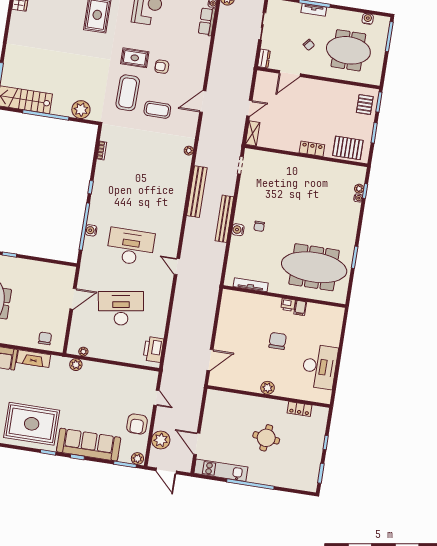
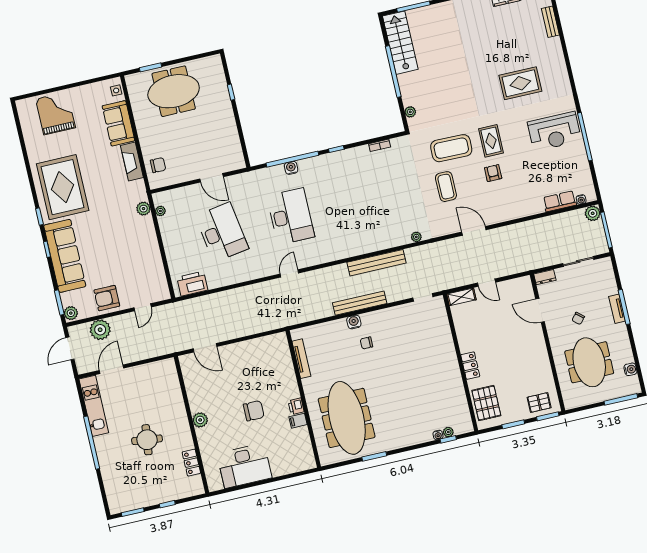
plant: (81, 110) -> (410, 112), width x0.53, depth x0.53

